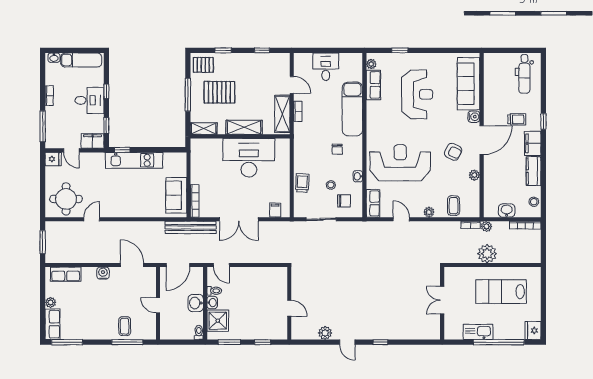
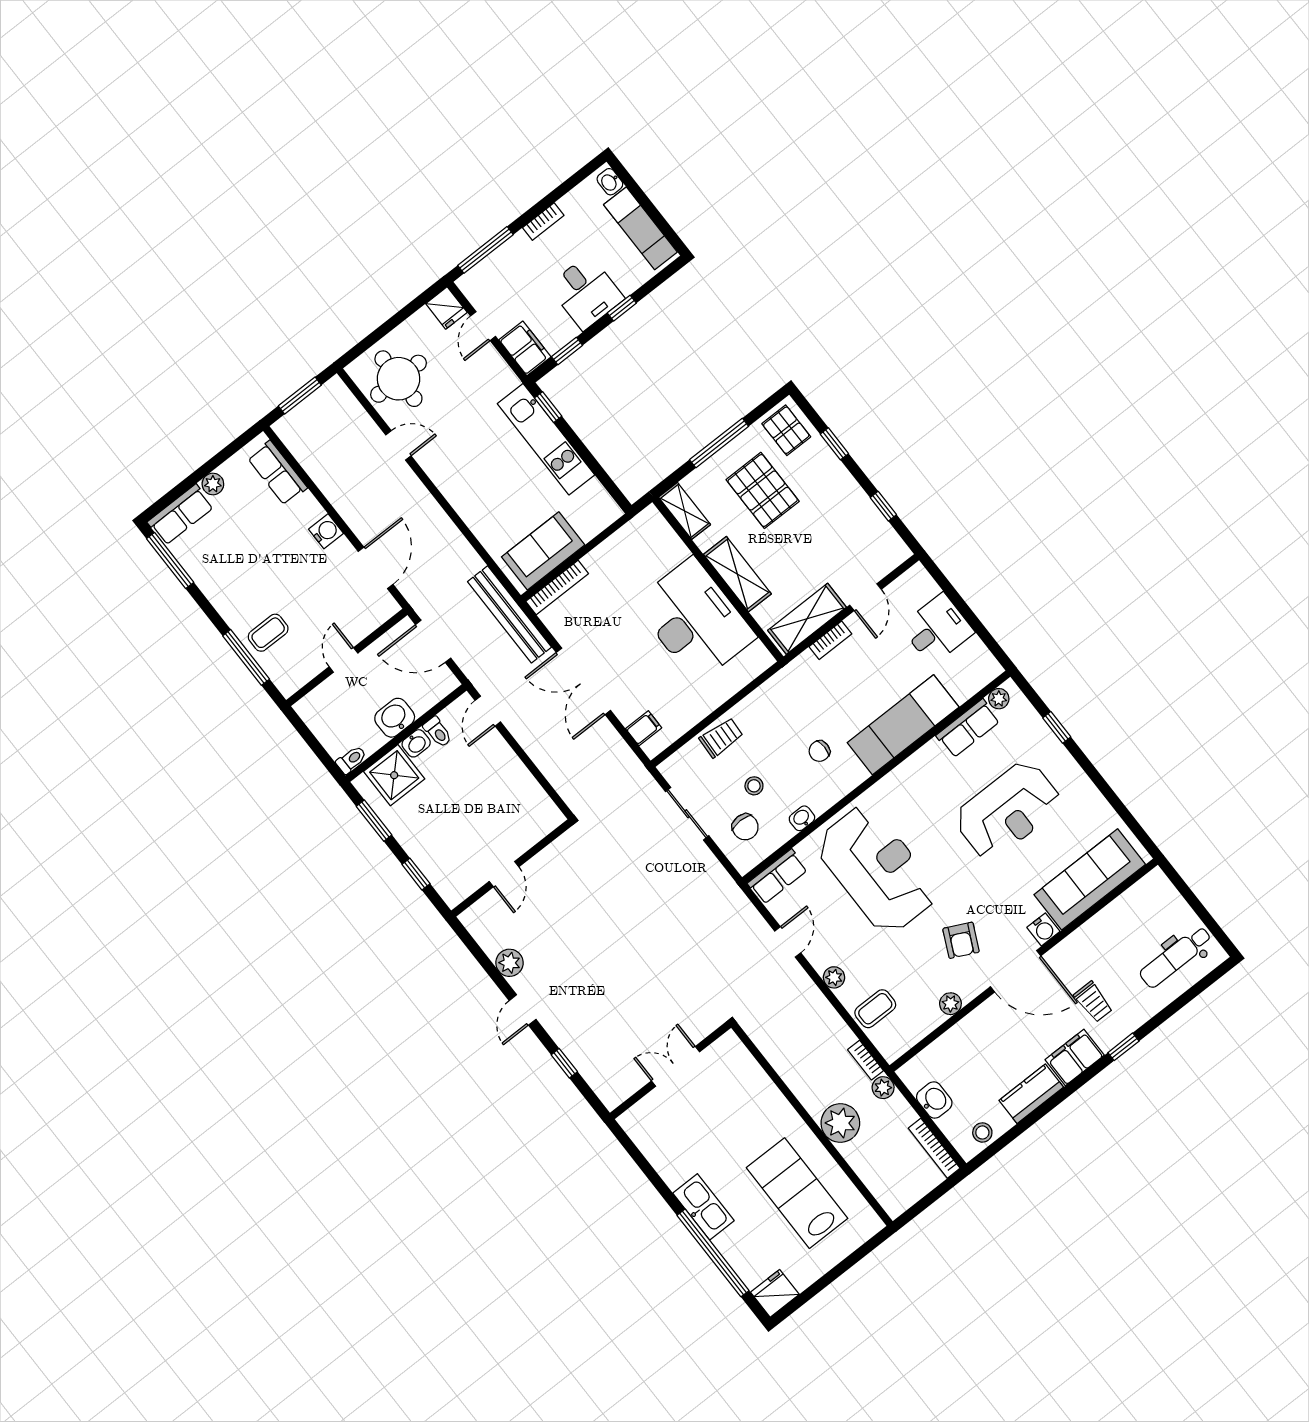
double door: (442, 300) -> (675, 1066), moved
wall: (442, 303) -> (670, 1070), moved

